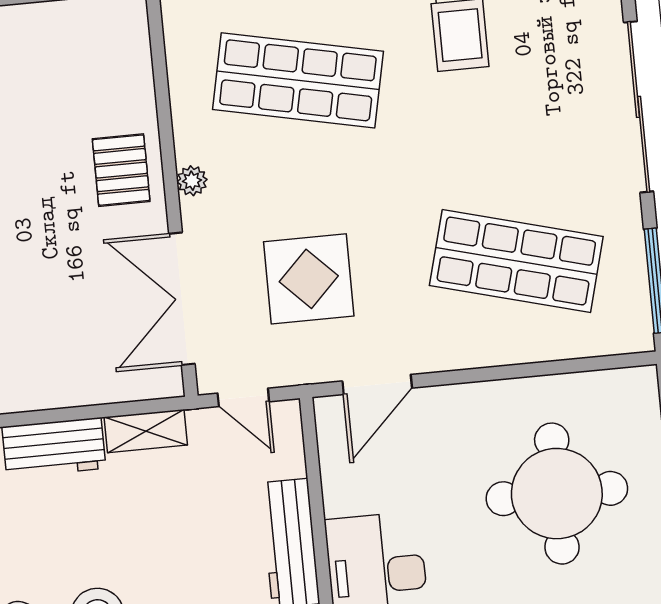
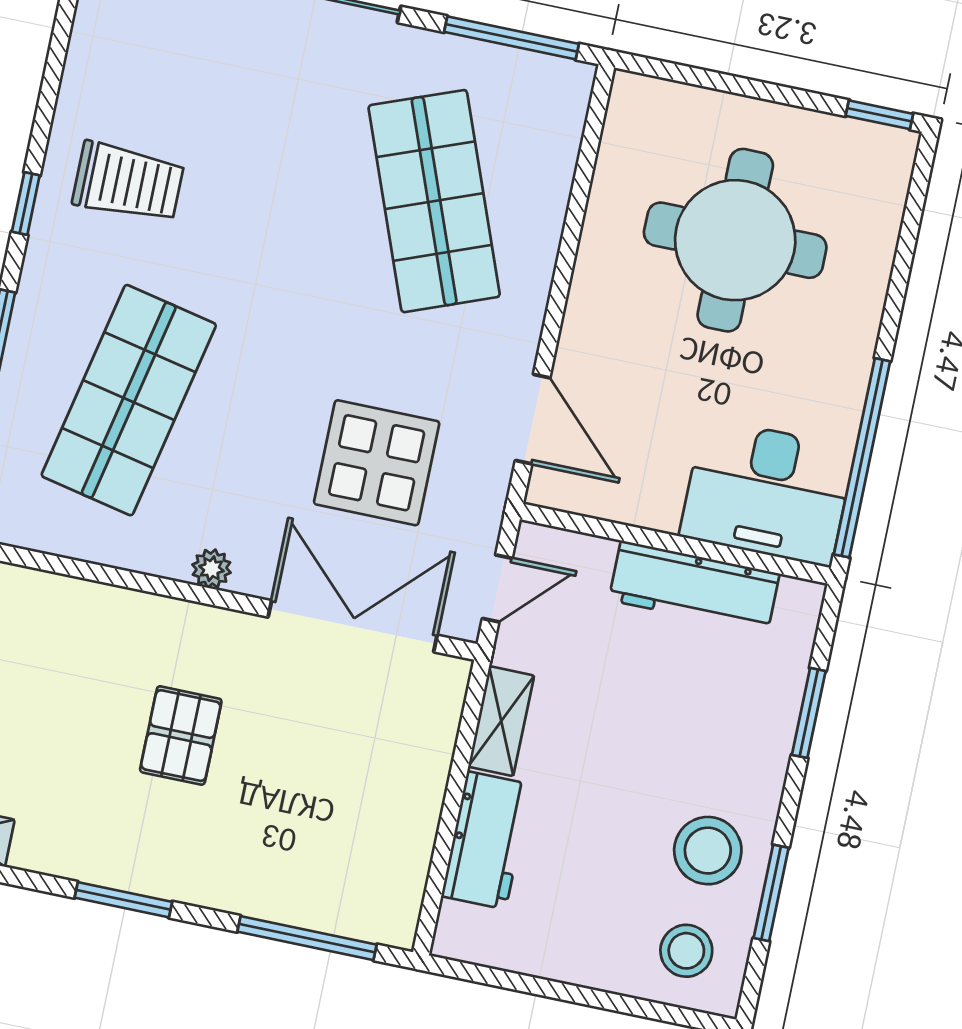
pallet: (121, 170) -> (181, 736), moved, turned 90
shop shelf: (516, 261) -> (434, 201), turned -36
double door: (182, 299) -> (353, 626), swing flipped

